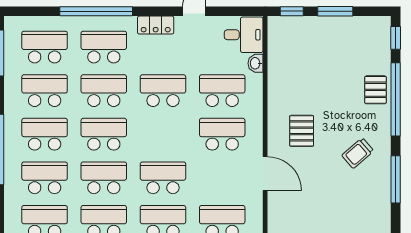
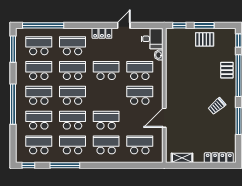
window: (96, 11) -> (43, 25), moved
pallet: (302, 131) -> (205, 39), moved, turned 90
door: (265, 174) -> (164, 118), swing flipped

